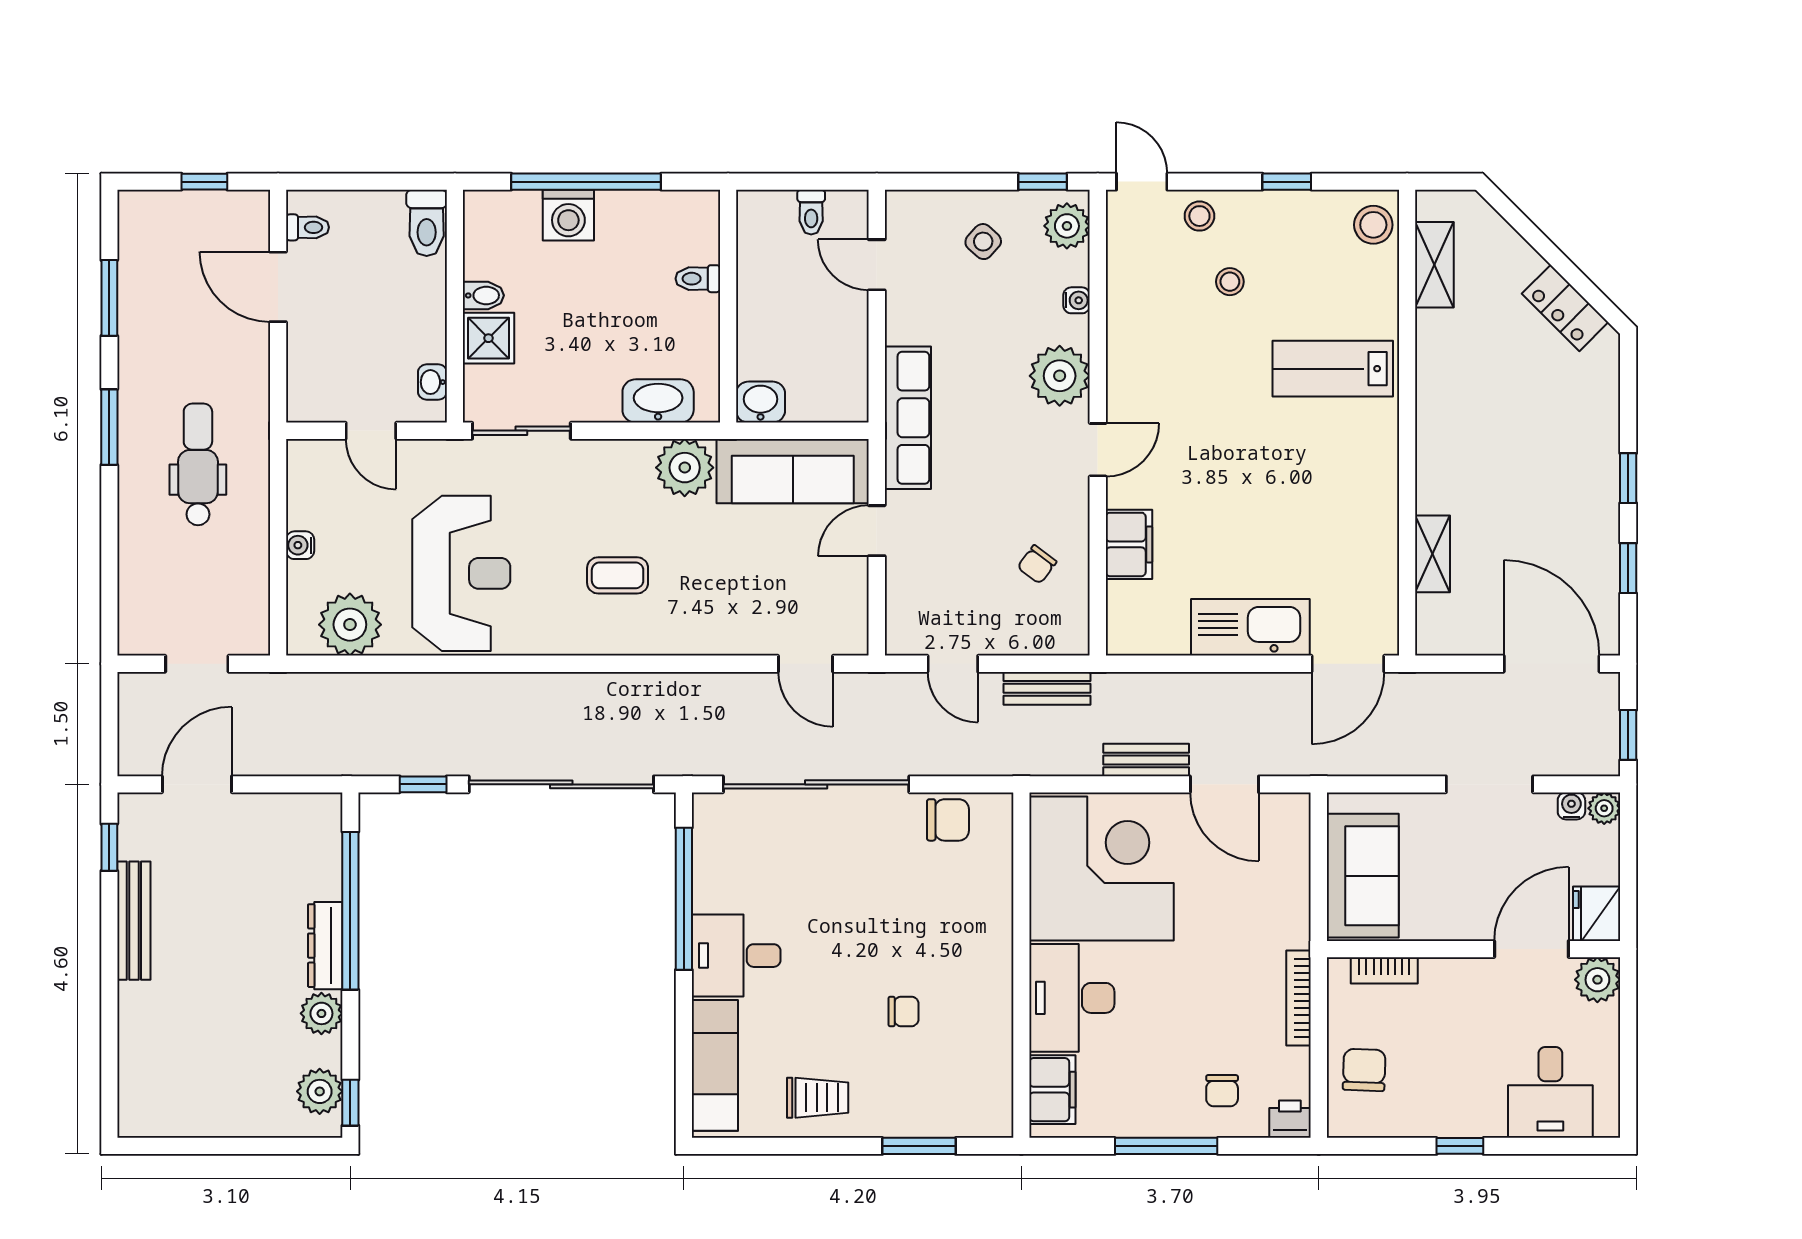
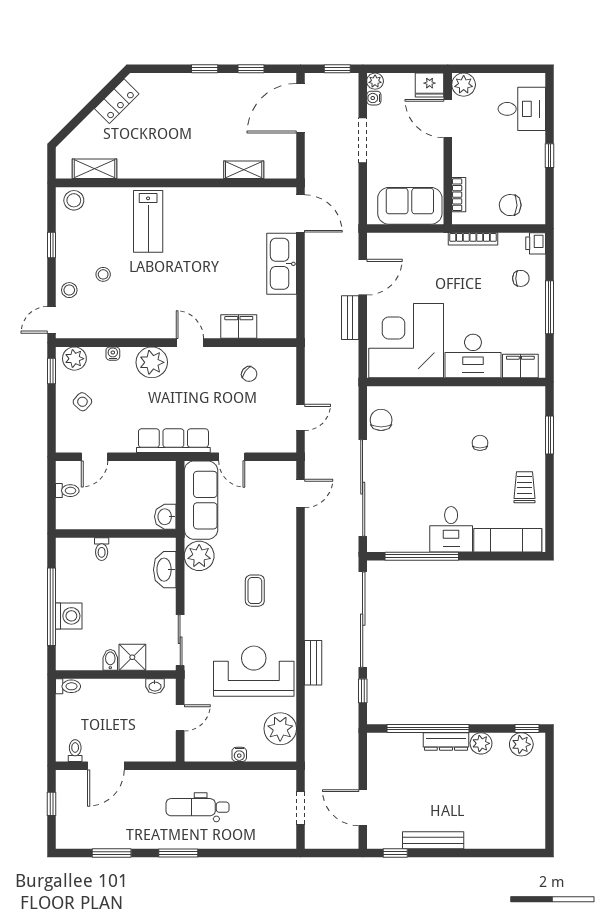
toilet: (427, 223) -> (68, 686), width x0.73, depth x0.72
bench: (1047, 688) -> (313, 663), moved

